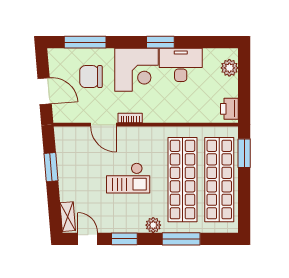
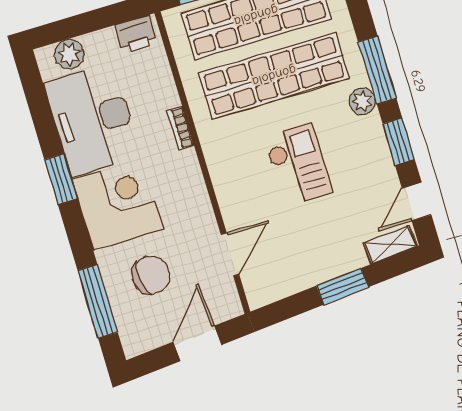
desk: (181, 65) -> (93, 120), width x1.36, depth x1.30
chair: (91, 77) -> (151, 275), turned -97
bookcase: (130, 118) -> (180, 128), moved
door: (103, 125) -> (230, 255), moved
window: (51, 167) -> (342, 286), moved
window: (181, 239) -> (377, 70), moved

